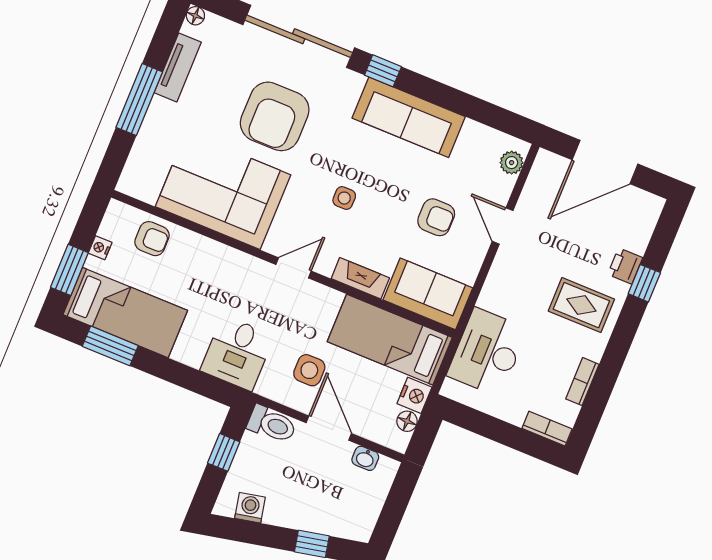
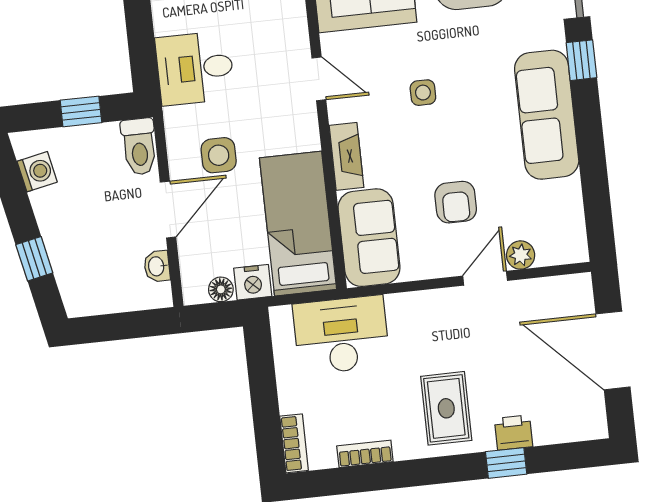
plant: (512, 163) -> (521, 255), moved

